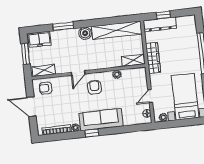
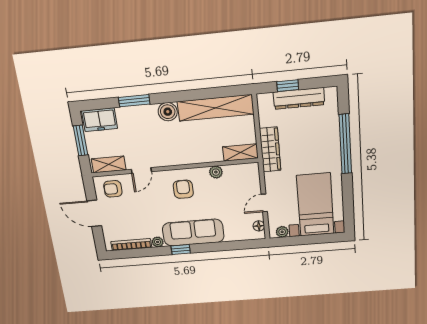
dresser: (160, 24) -> (299, 98), moved
door: (78, 73) -> (141, 170), moved

